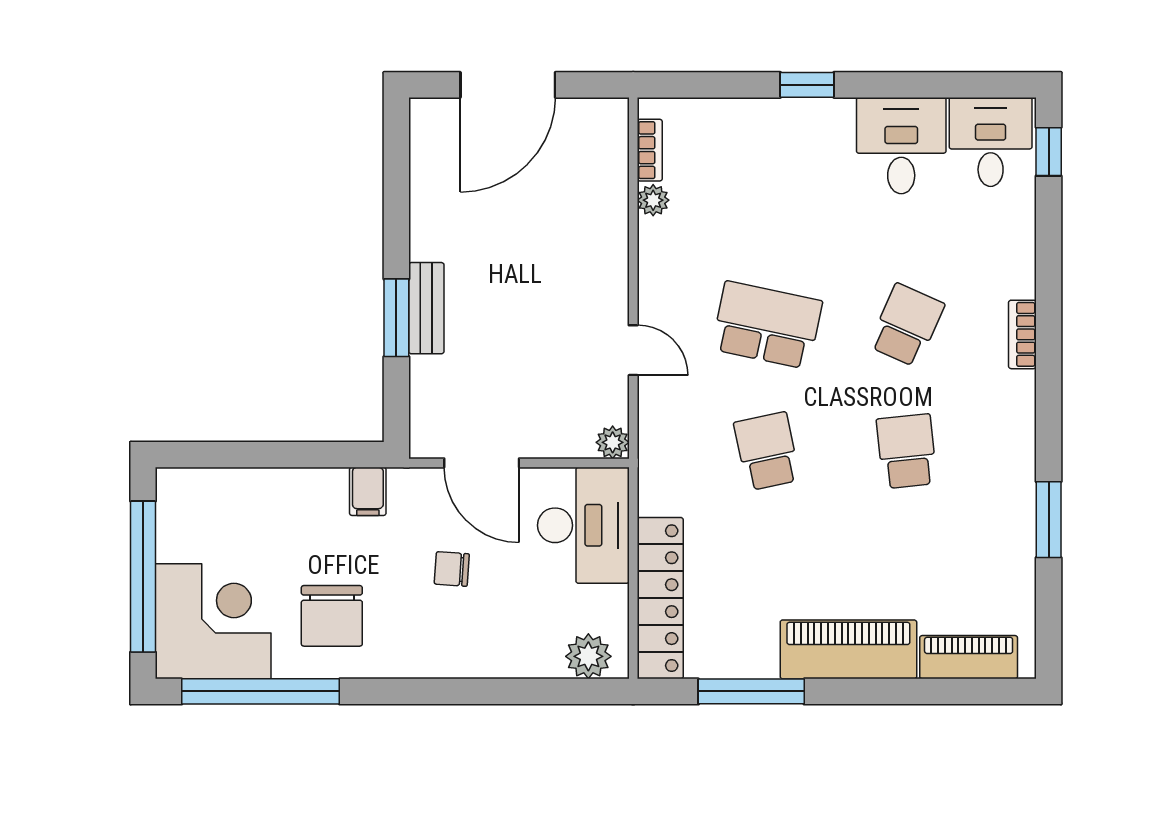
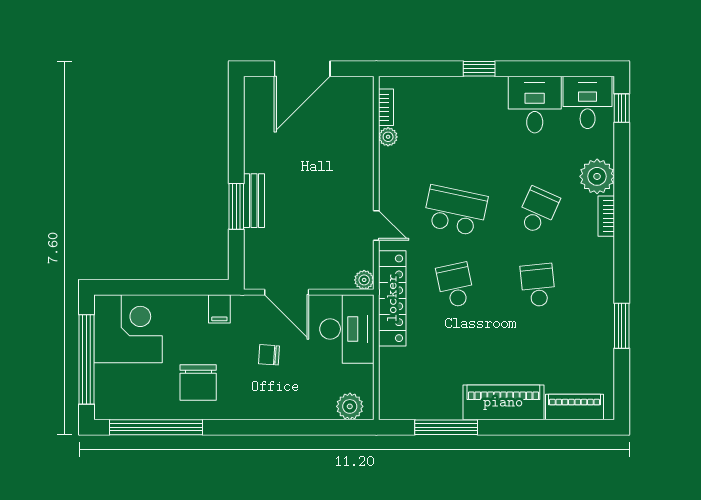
plant: (1007, 267) -> (597, 176), added
locker: (660, 598) -> (392, 298), moved
corner desk: (213, 621) -> (128, 329), moved

